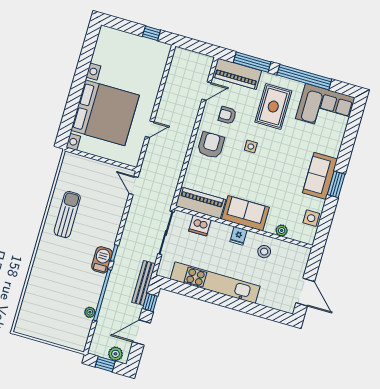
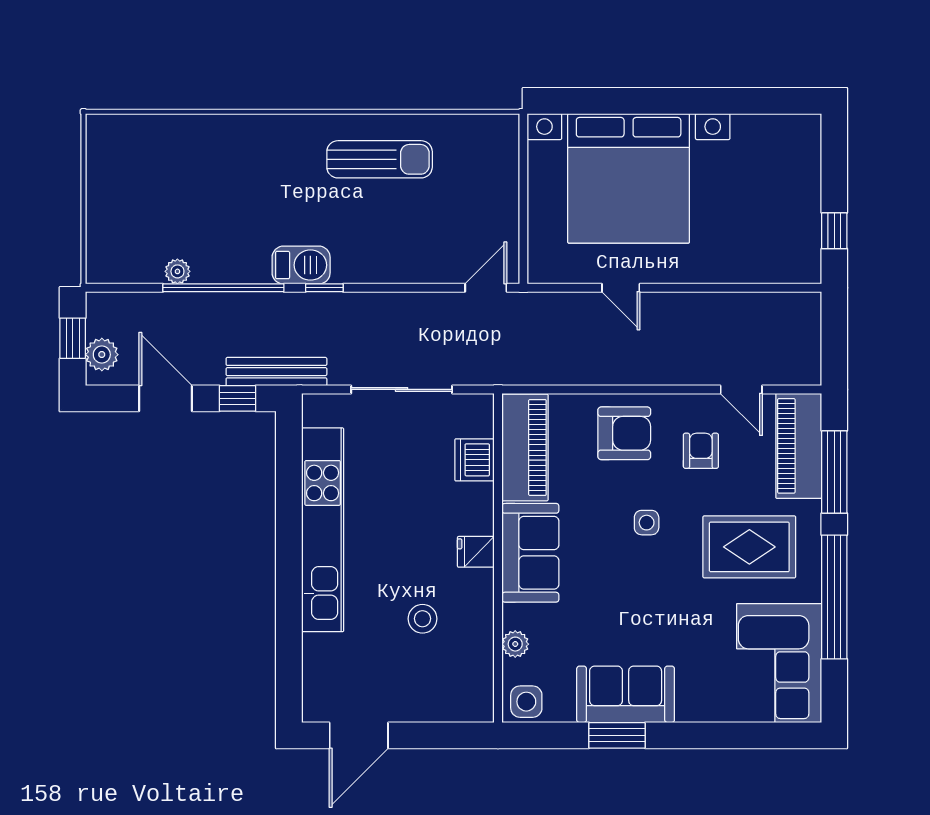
piano: (201, 203) -> (525, 448), moved
sofa: (245, 213) -> (530, 553), moved
dishwasher: (200, 225) -> (474, 460), moved
wall: (244, 227) -> (498, 558), moved
plant: (282, 230) -> (515, 644), moved
fridge: (238, 236) -> (476, 552), moved

